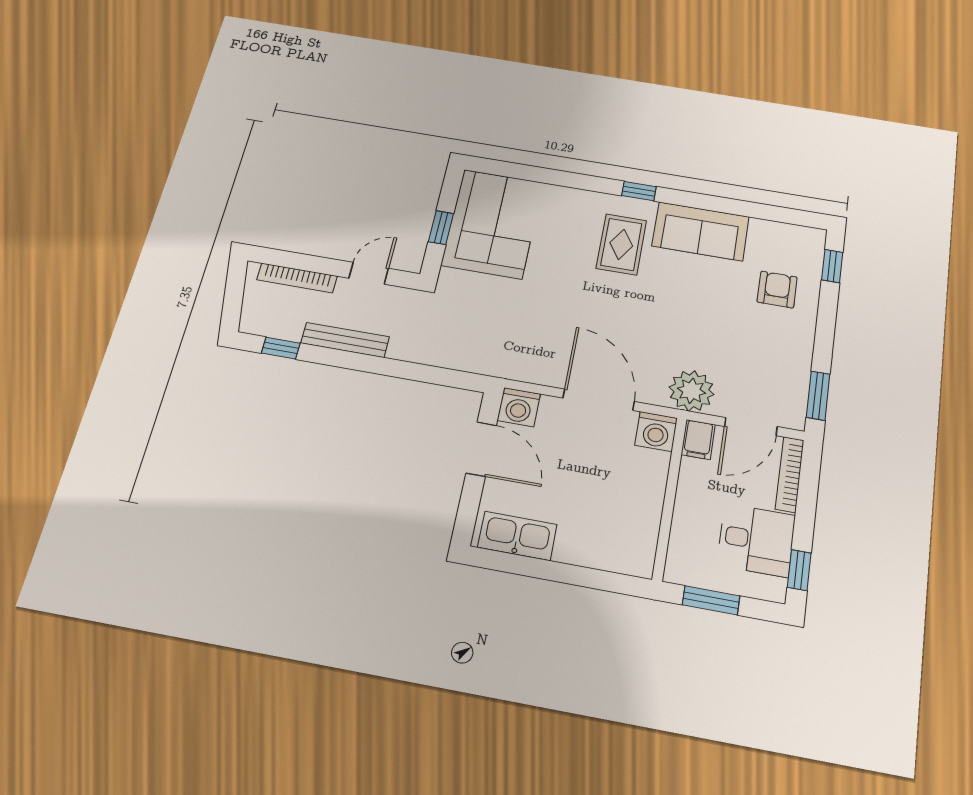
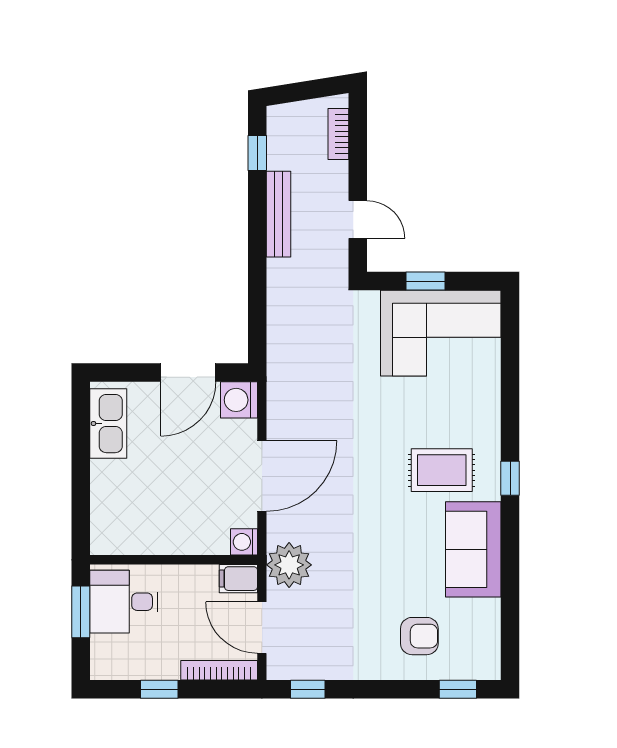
bookcase: (297, 278) -> (338, 134), width x0.64
window: (818, 396) -> (308, 689), width x0.67
washing machine: (656, 432) -> (244, 542), width x0.73, depth x0.73
desk: (756, 540) -> (124, 602), moved, turned 90
window: (799, 570) -> (159, 689), moved

